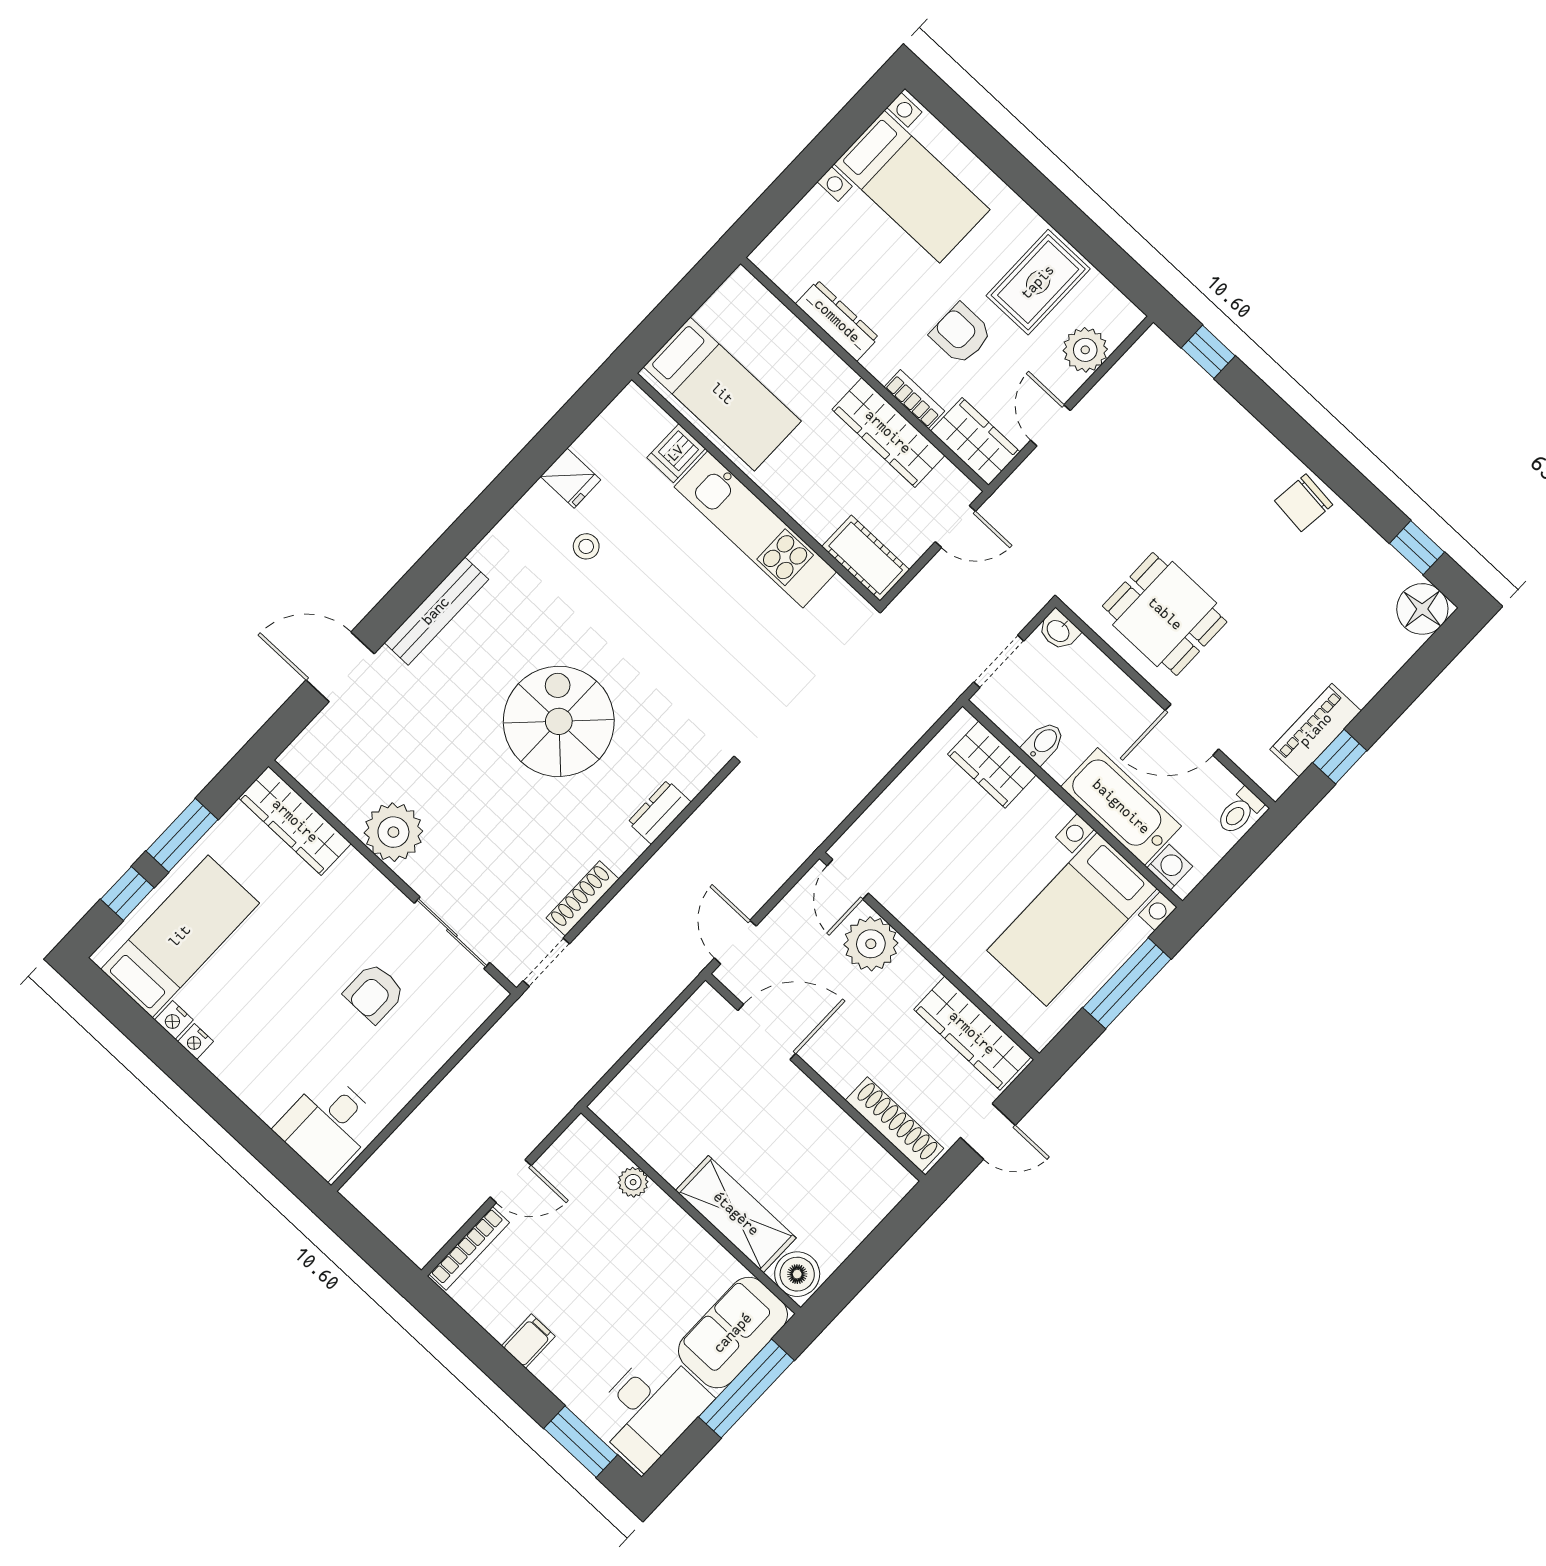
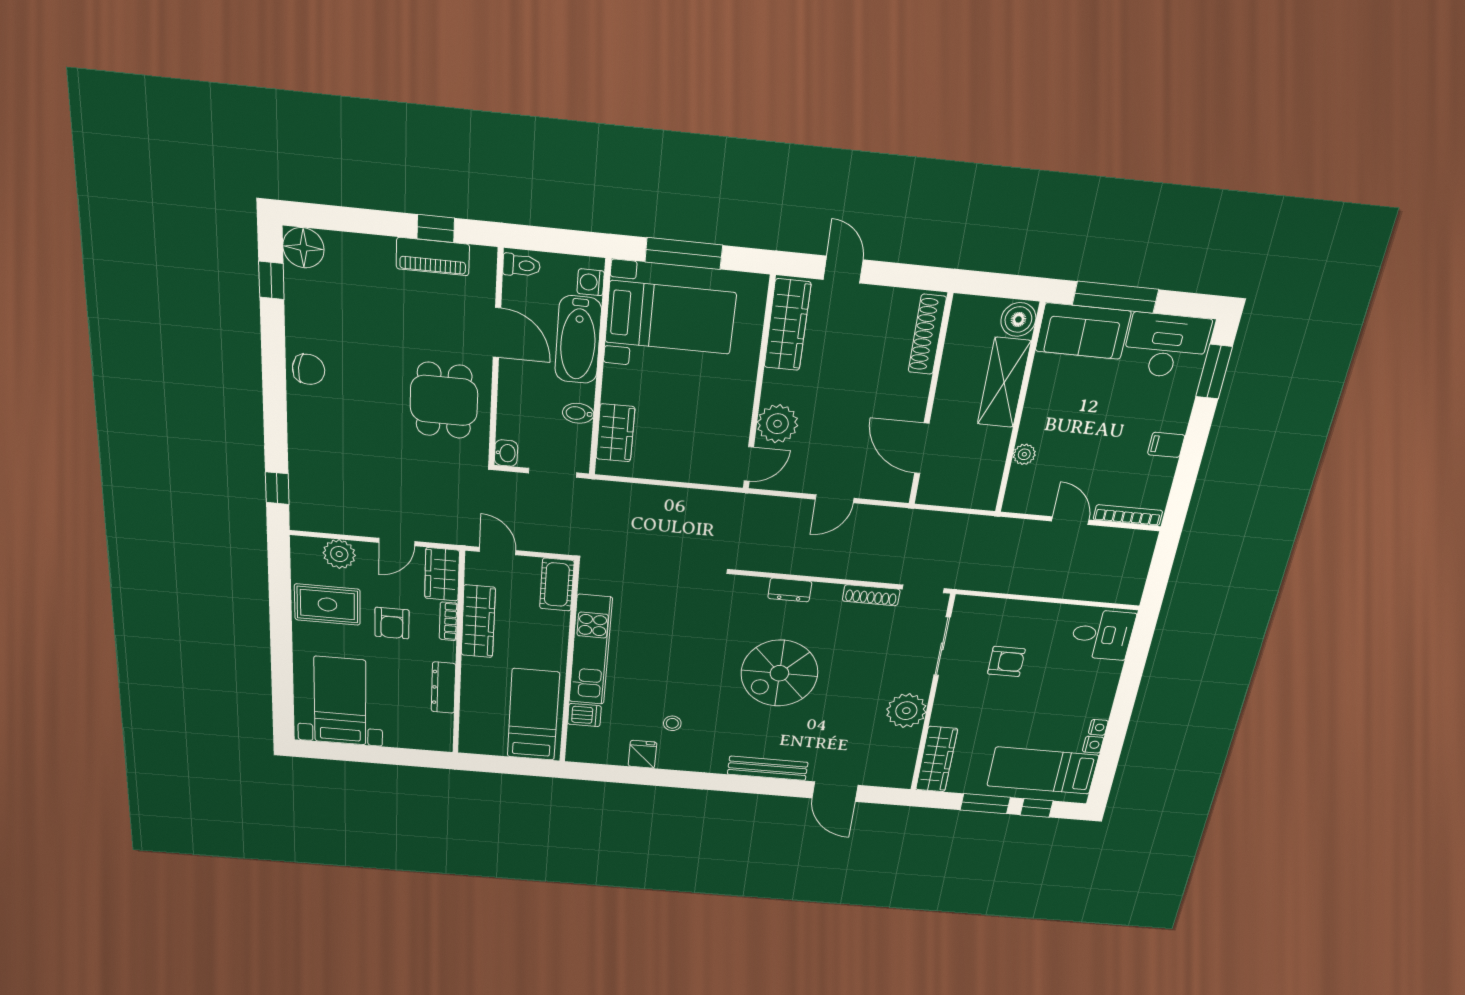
door: (767, 1032) -> (922, 448), moved
wall: (815, 1077) -> (930, 402), moved
shoe rack: (895, 1124) -> (927, 334), moved

